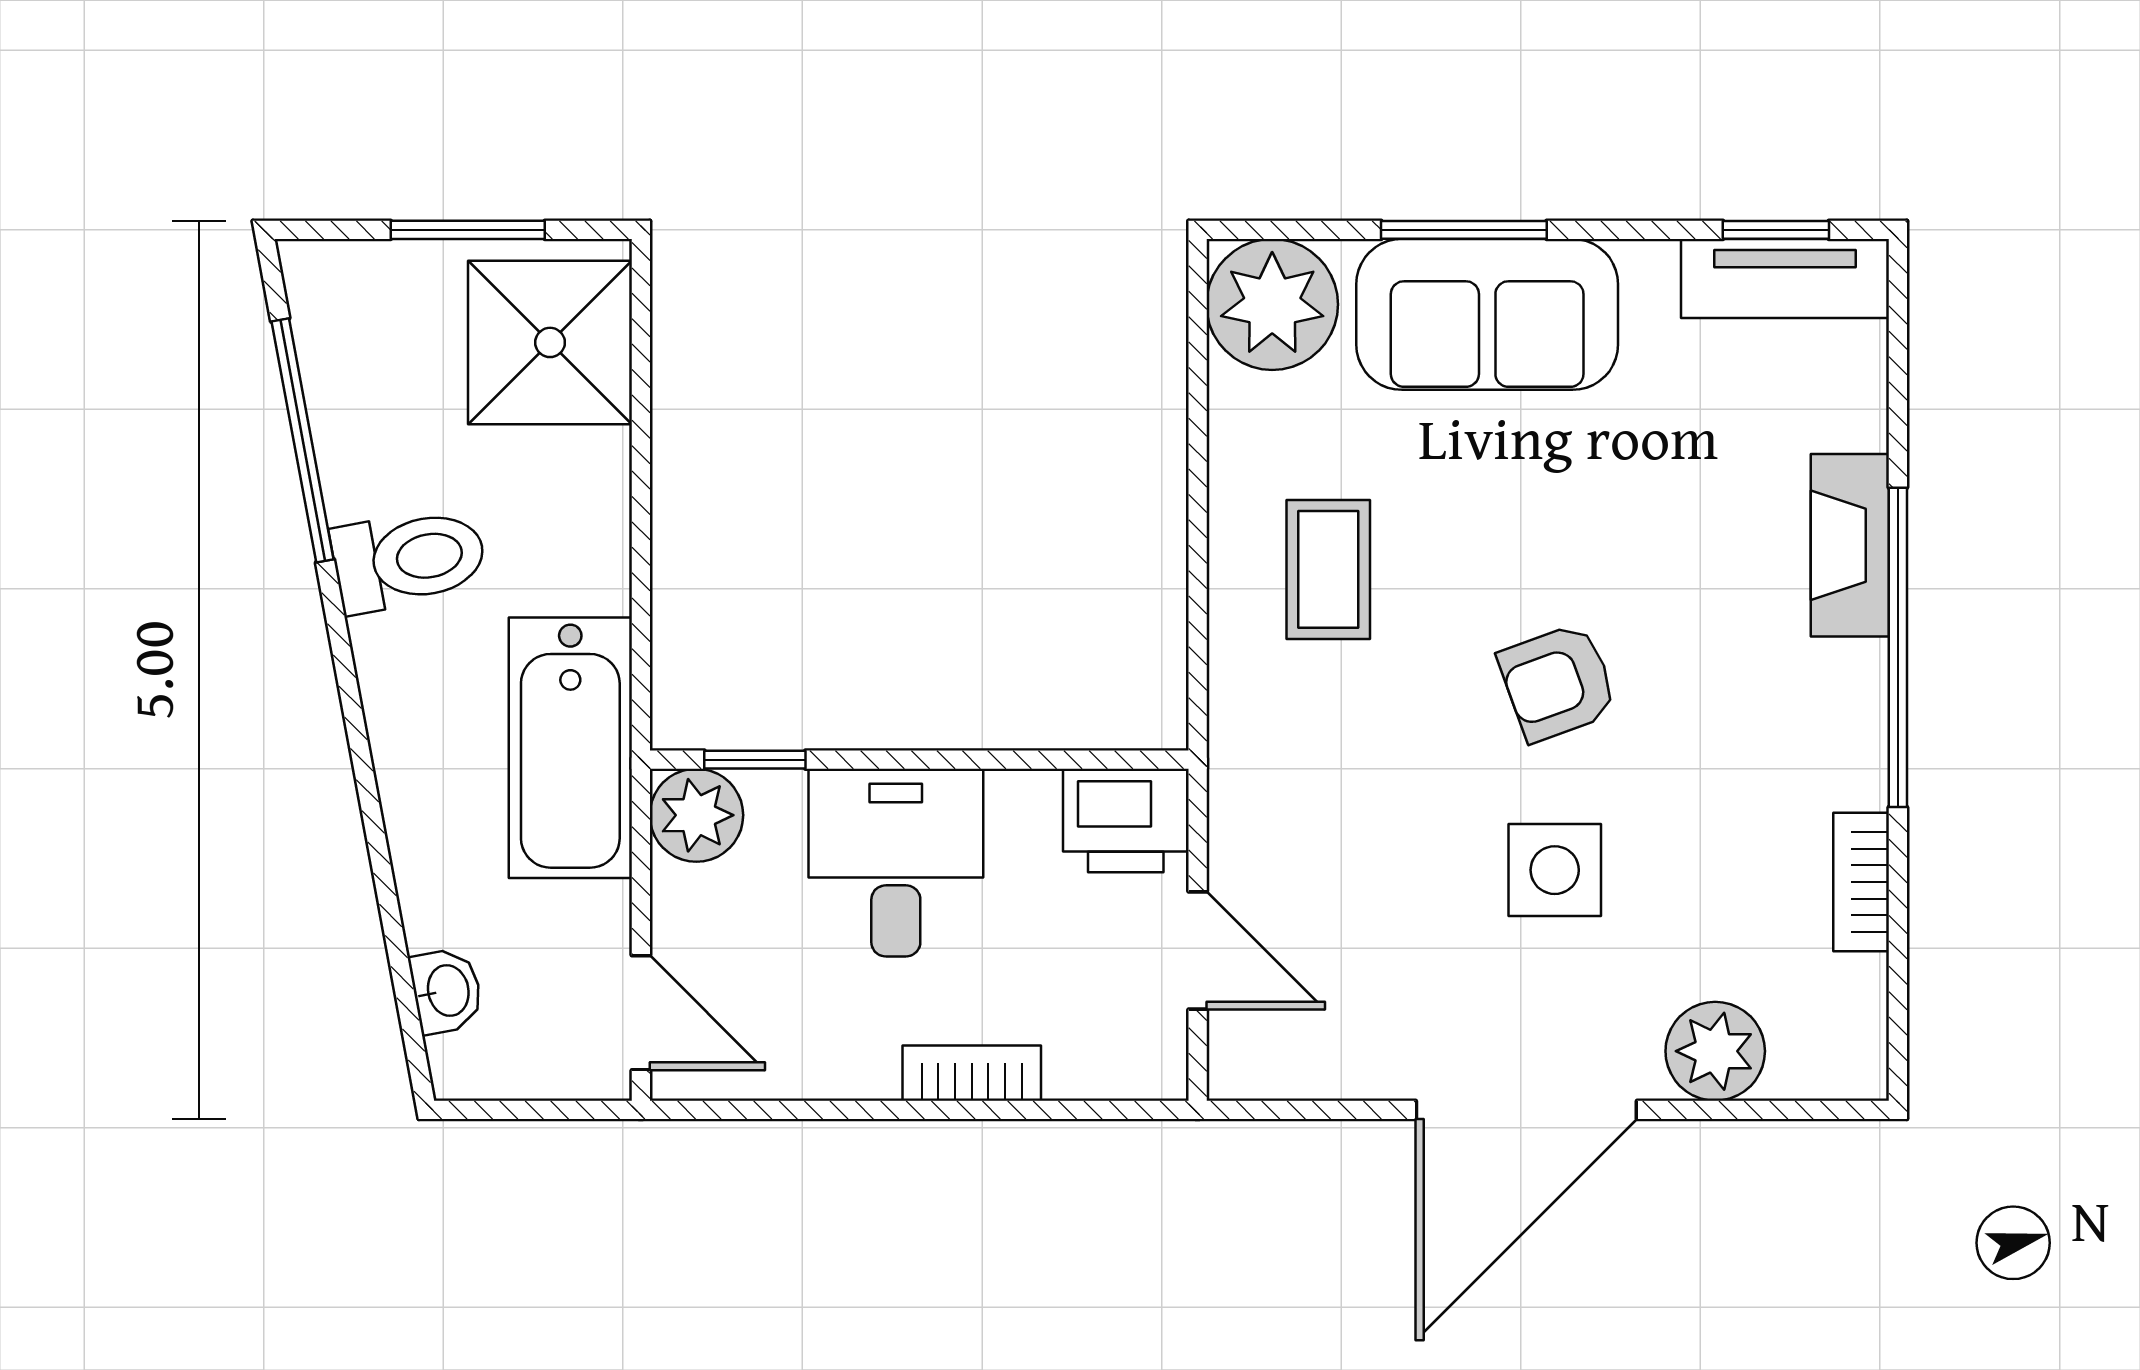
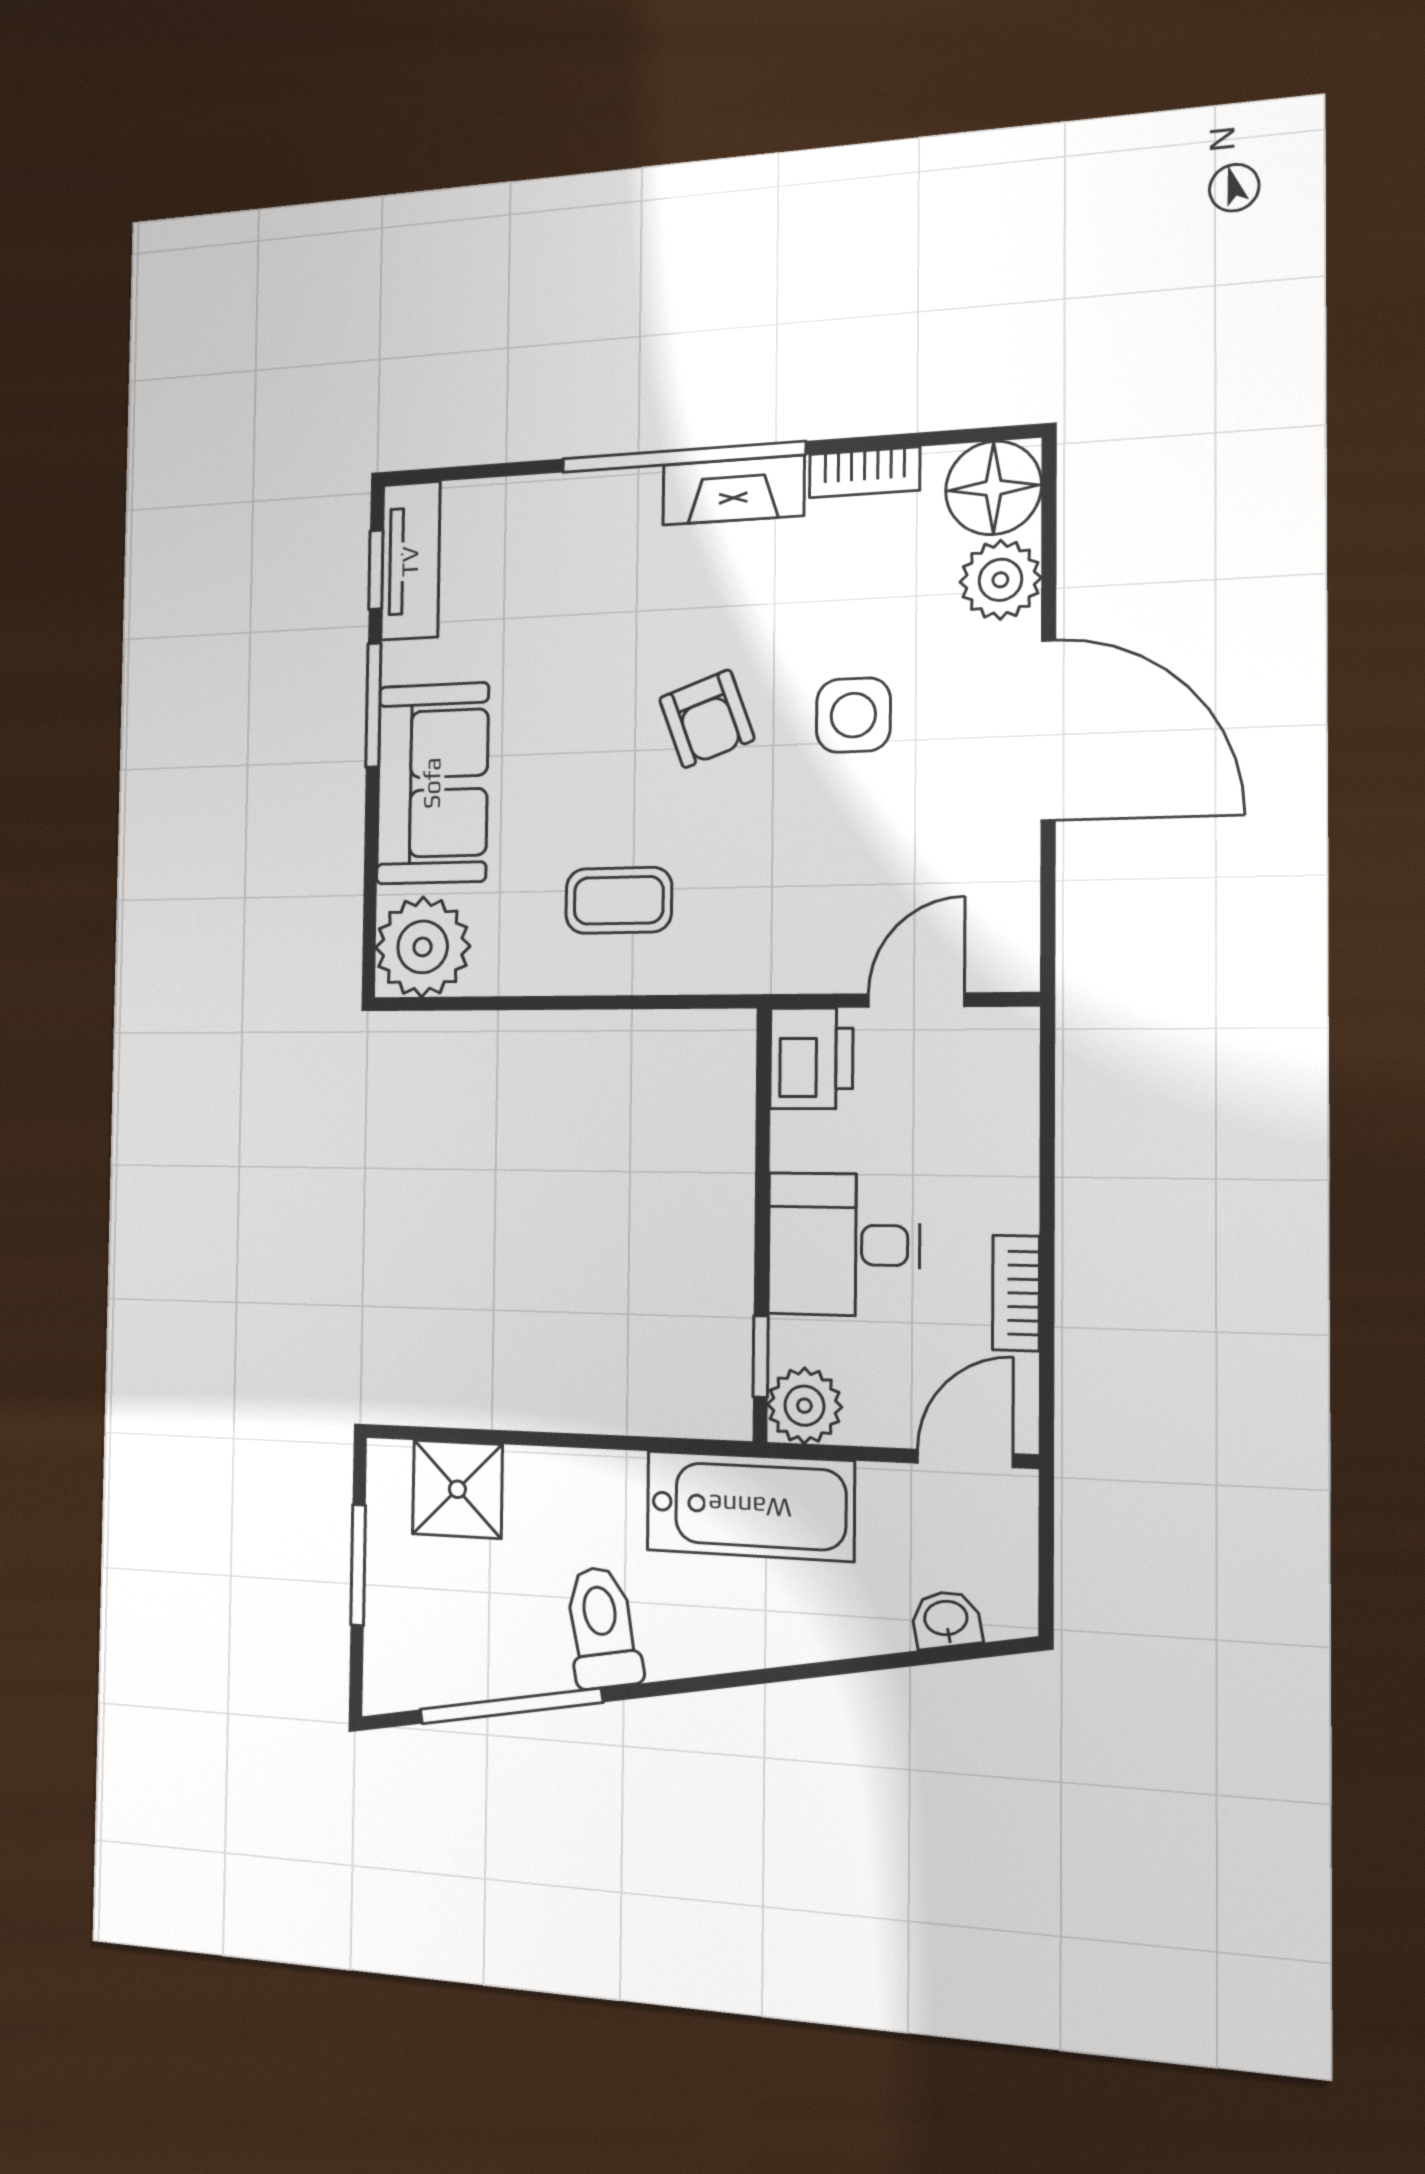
window: (1464, 230) -> (373, 705), moved
shower: (550, 342) -> (457, 1489), width x0.73, depth x0.73
fireplace: (1850, 545) -> (733, 490), moved
floor lamp: (1830, 1042) -> (993, 488), added
bookcase: (972, 1073) -> (1016, 1293), moved

